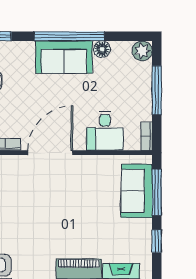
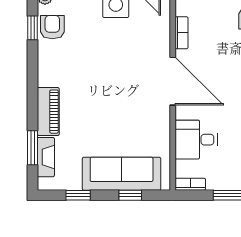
sofa: (137, 191) -> (122, 174), width x1.36
window: (157, 192) -> (130, 195), width x0.46

